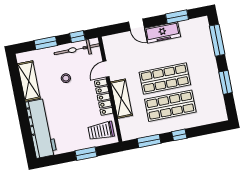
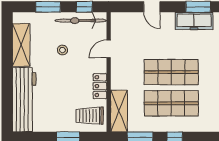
freezer: (163, 32) -> (194, 21), moved
locker: (104, 97) -> (100, 86), width x0.66
shelving: (121, 99) -> (119, 111), moved

